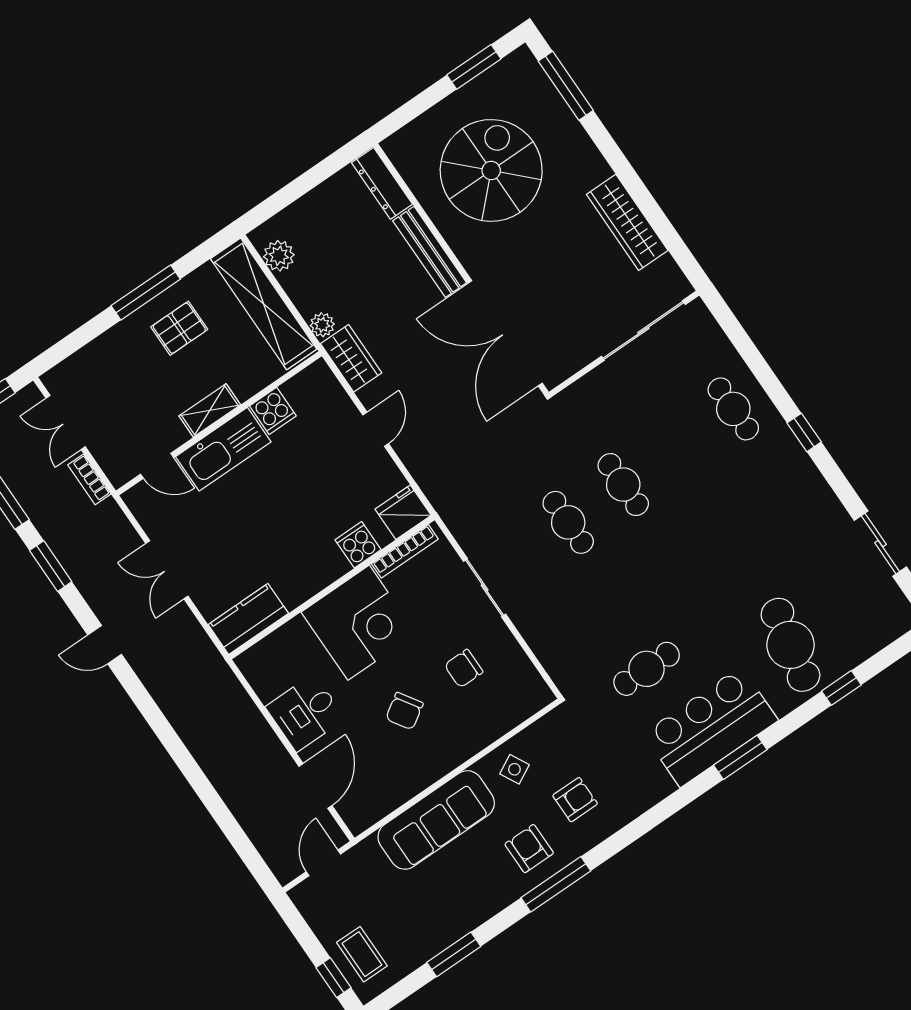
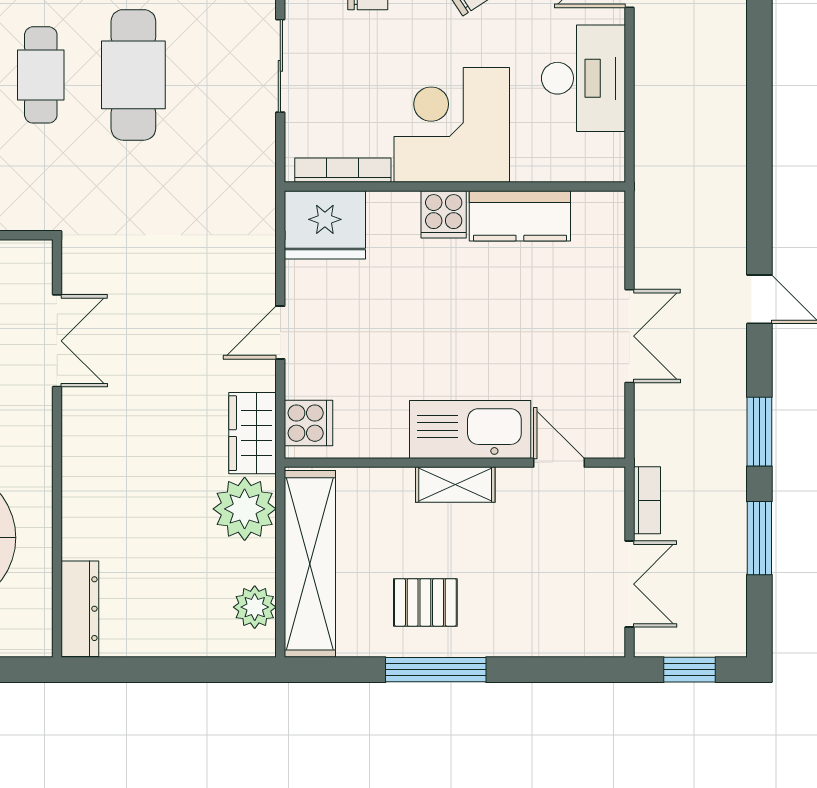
bench: (430, 252) -> (79, 493), removed
plant: (322, 325) -> (245, 509), width x1.87, depth x1.87
double door: (505, 333) -> (57, 341), width x0.54
cooker: (273, 411) -> (309, 423), moved, turned 90
fridge: (403, 512) -> (325, 225), width x1.36, depth x1.34
cafe table: (568, 522) -> (133, 75), width x1.37, depth x1.35
cooker: (358, 545) -> (444, 214), moved
kitchen counter: (248, 619) -> (520, 216), moved
desk: (305, 713) -> (583, 78), width x1.37

